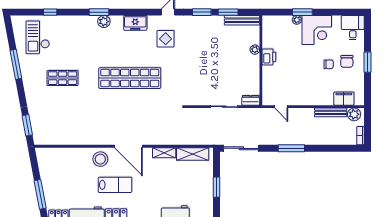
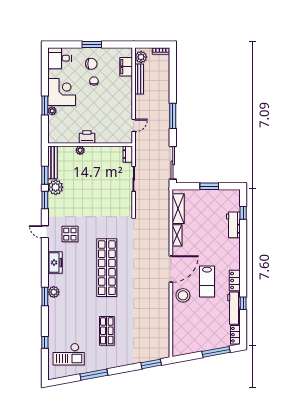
plant: (215, 23) -> (56, 187), added
lab bench: (115, 185) -> (207, 282), turned 180

